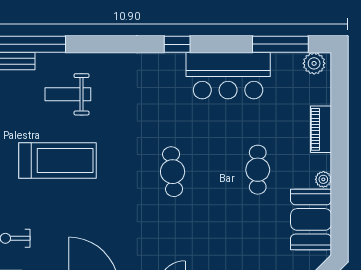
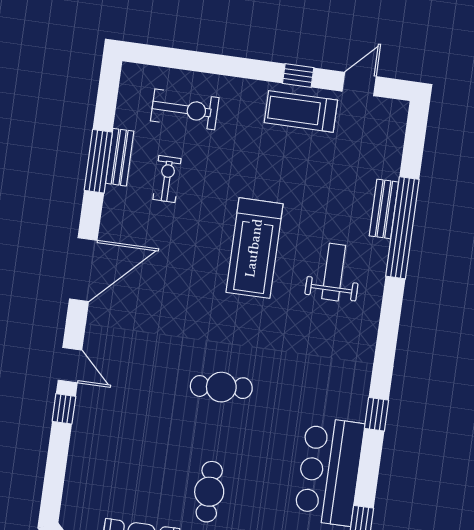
cafe table: (258, 170) -> (209, 492), turned 90

